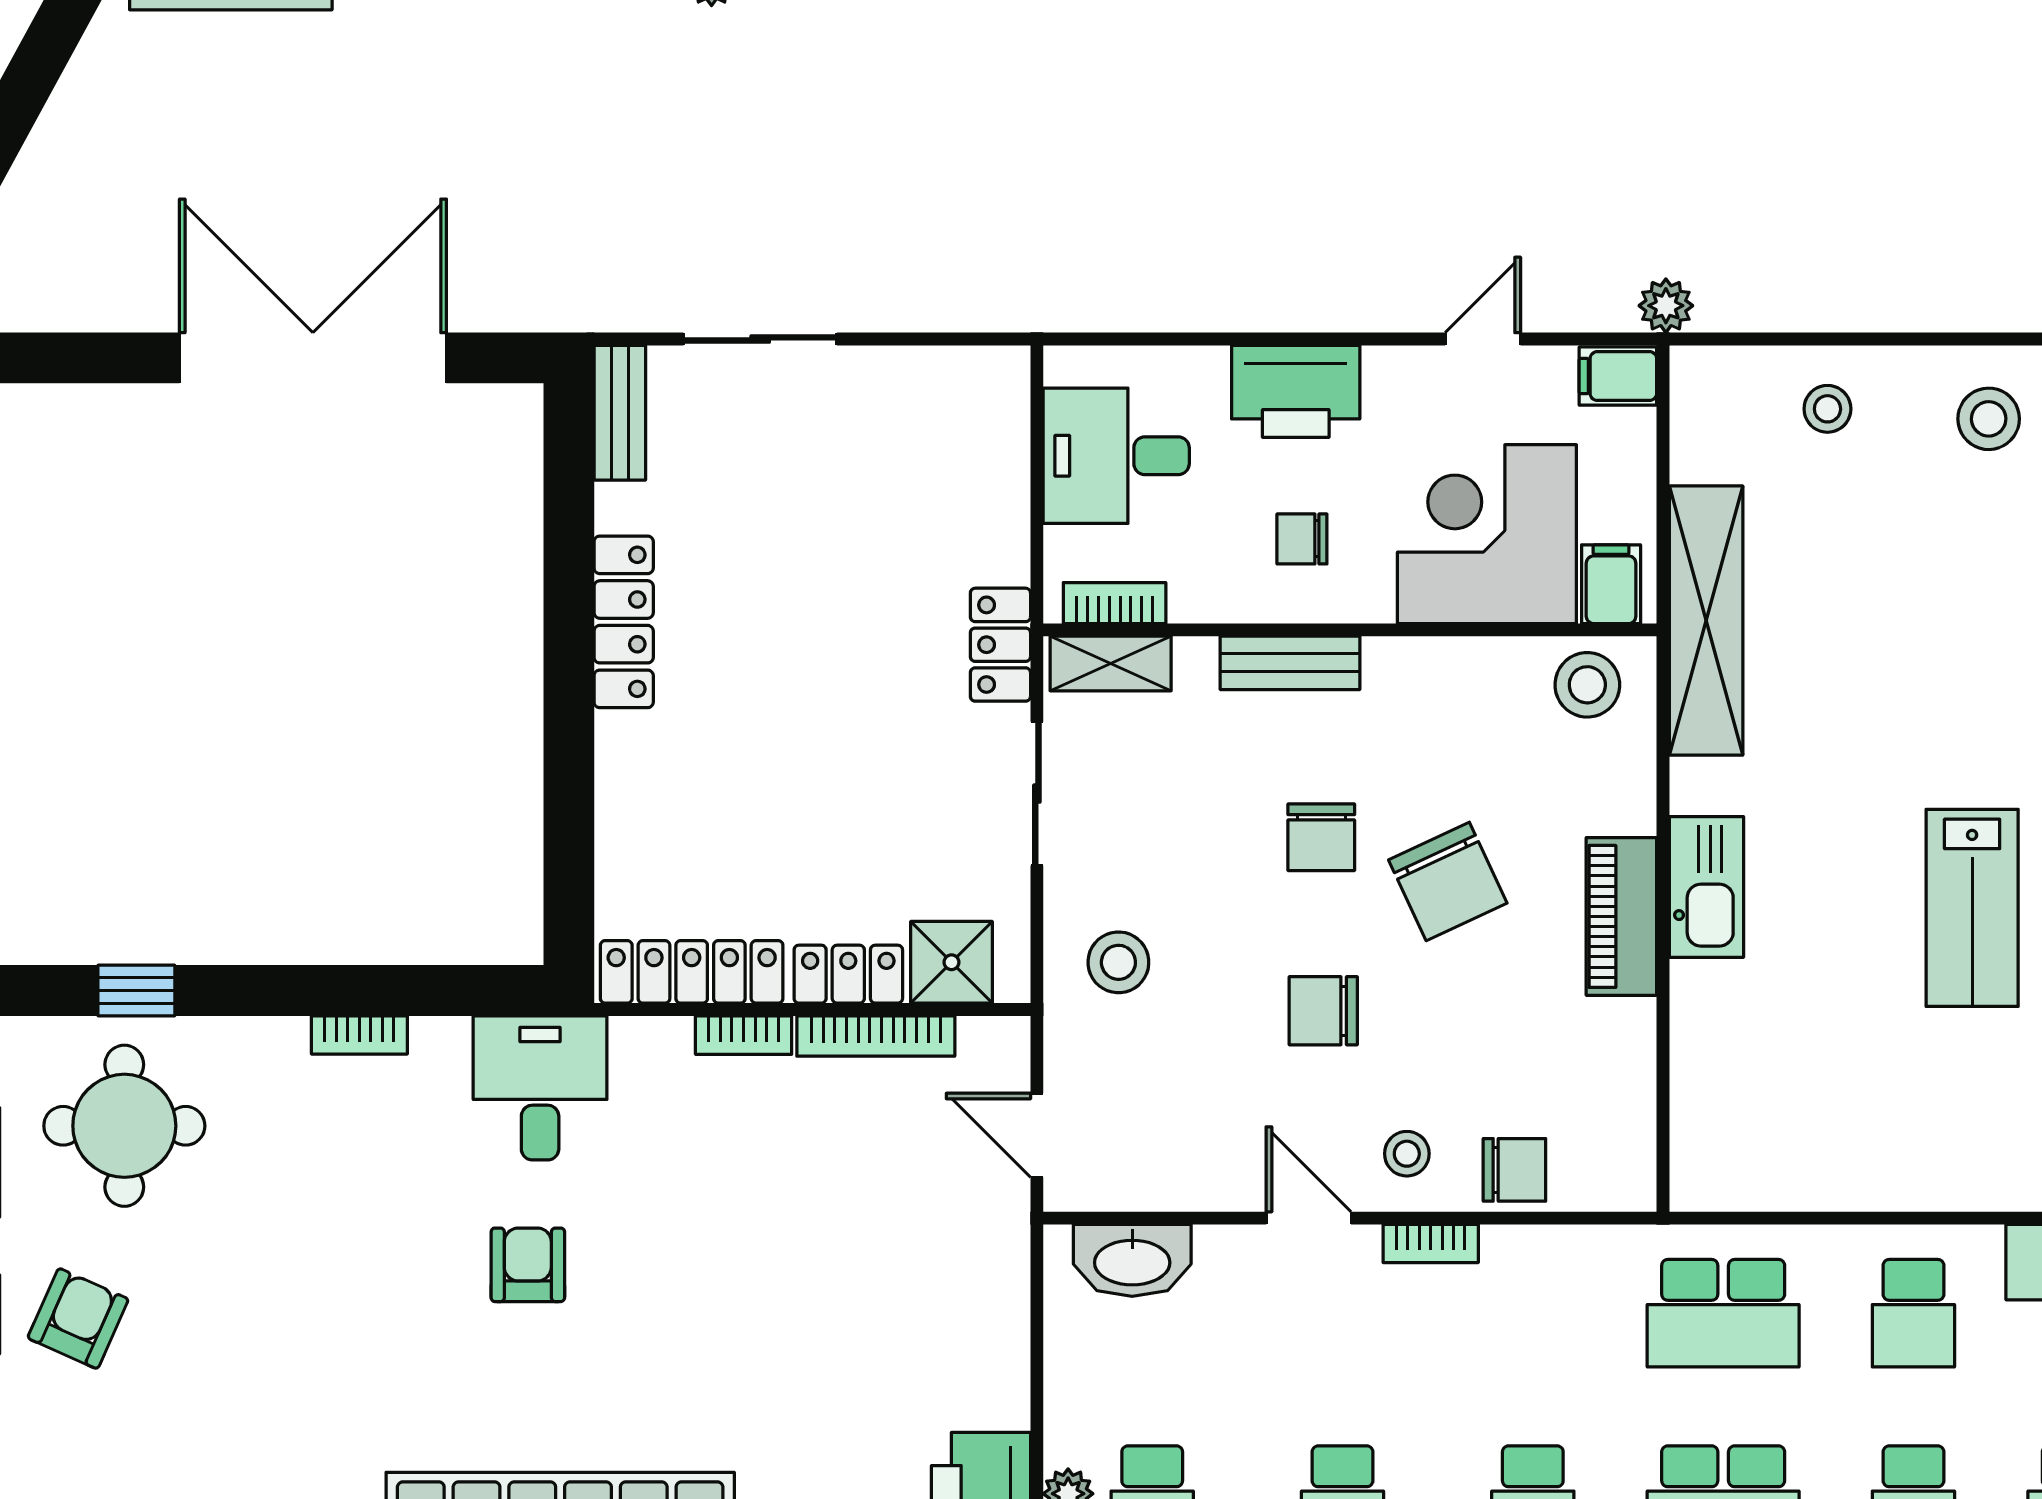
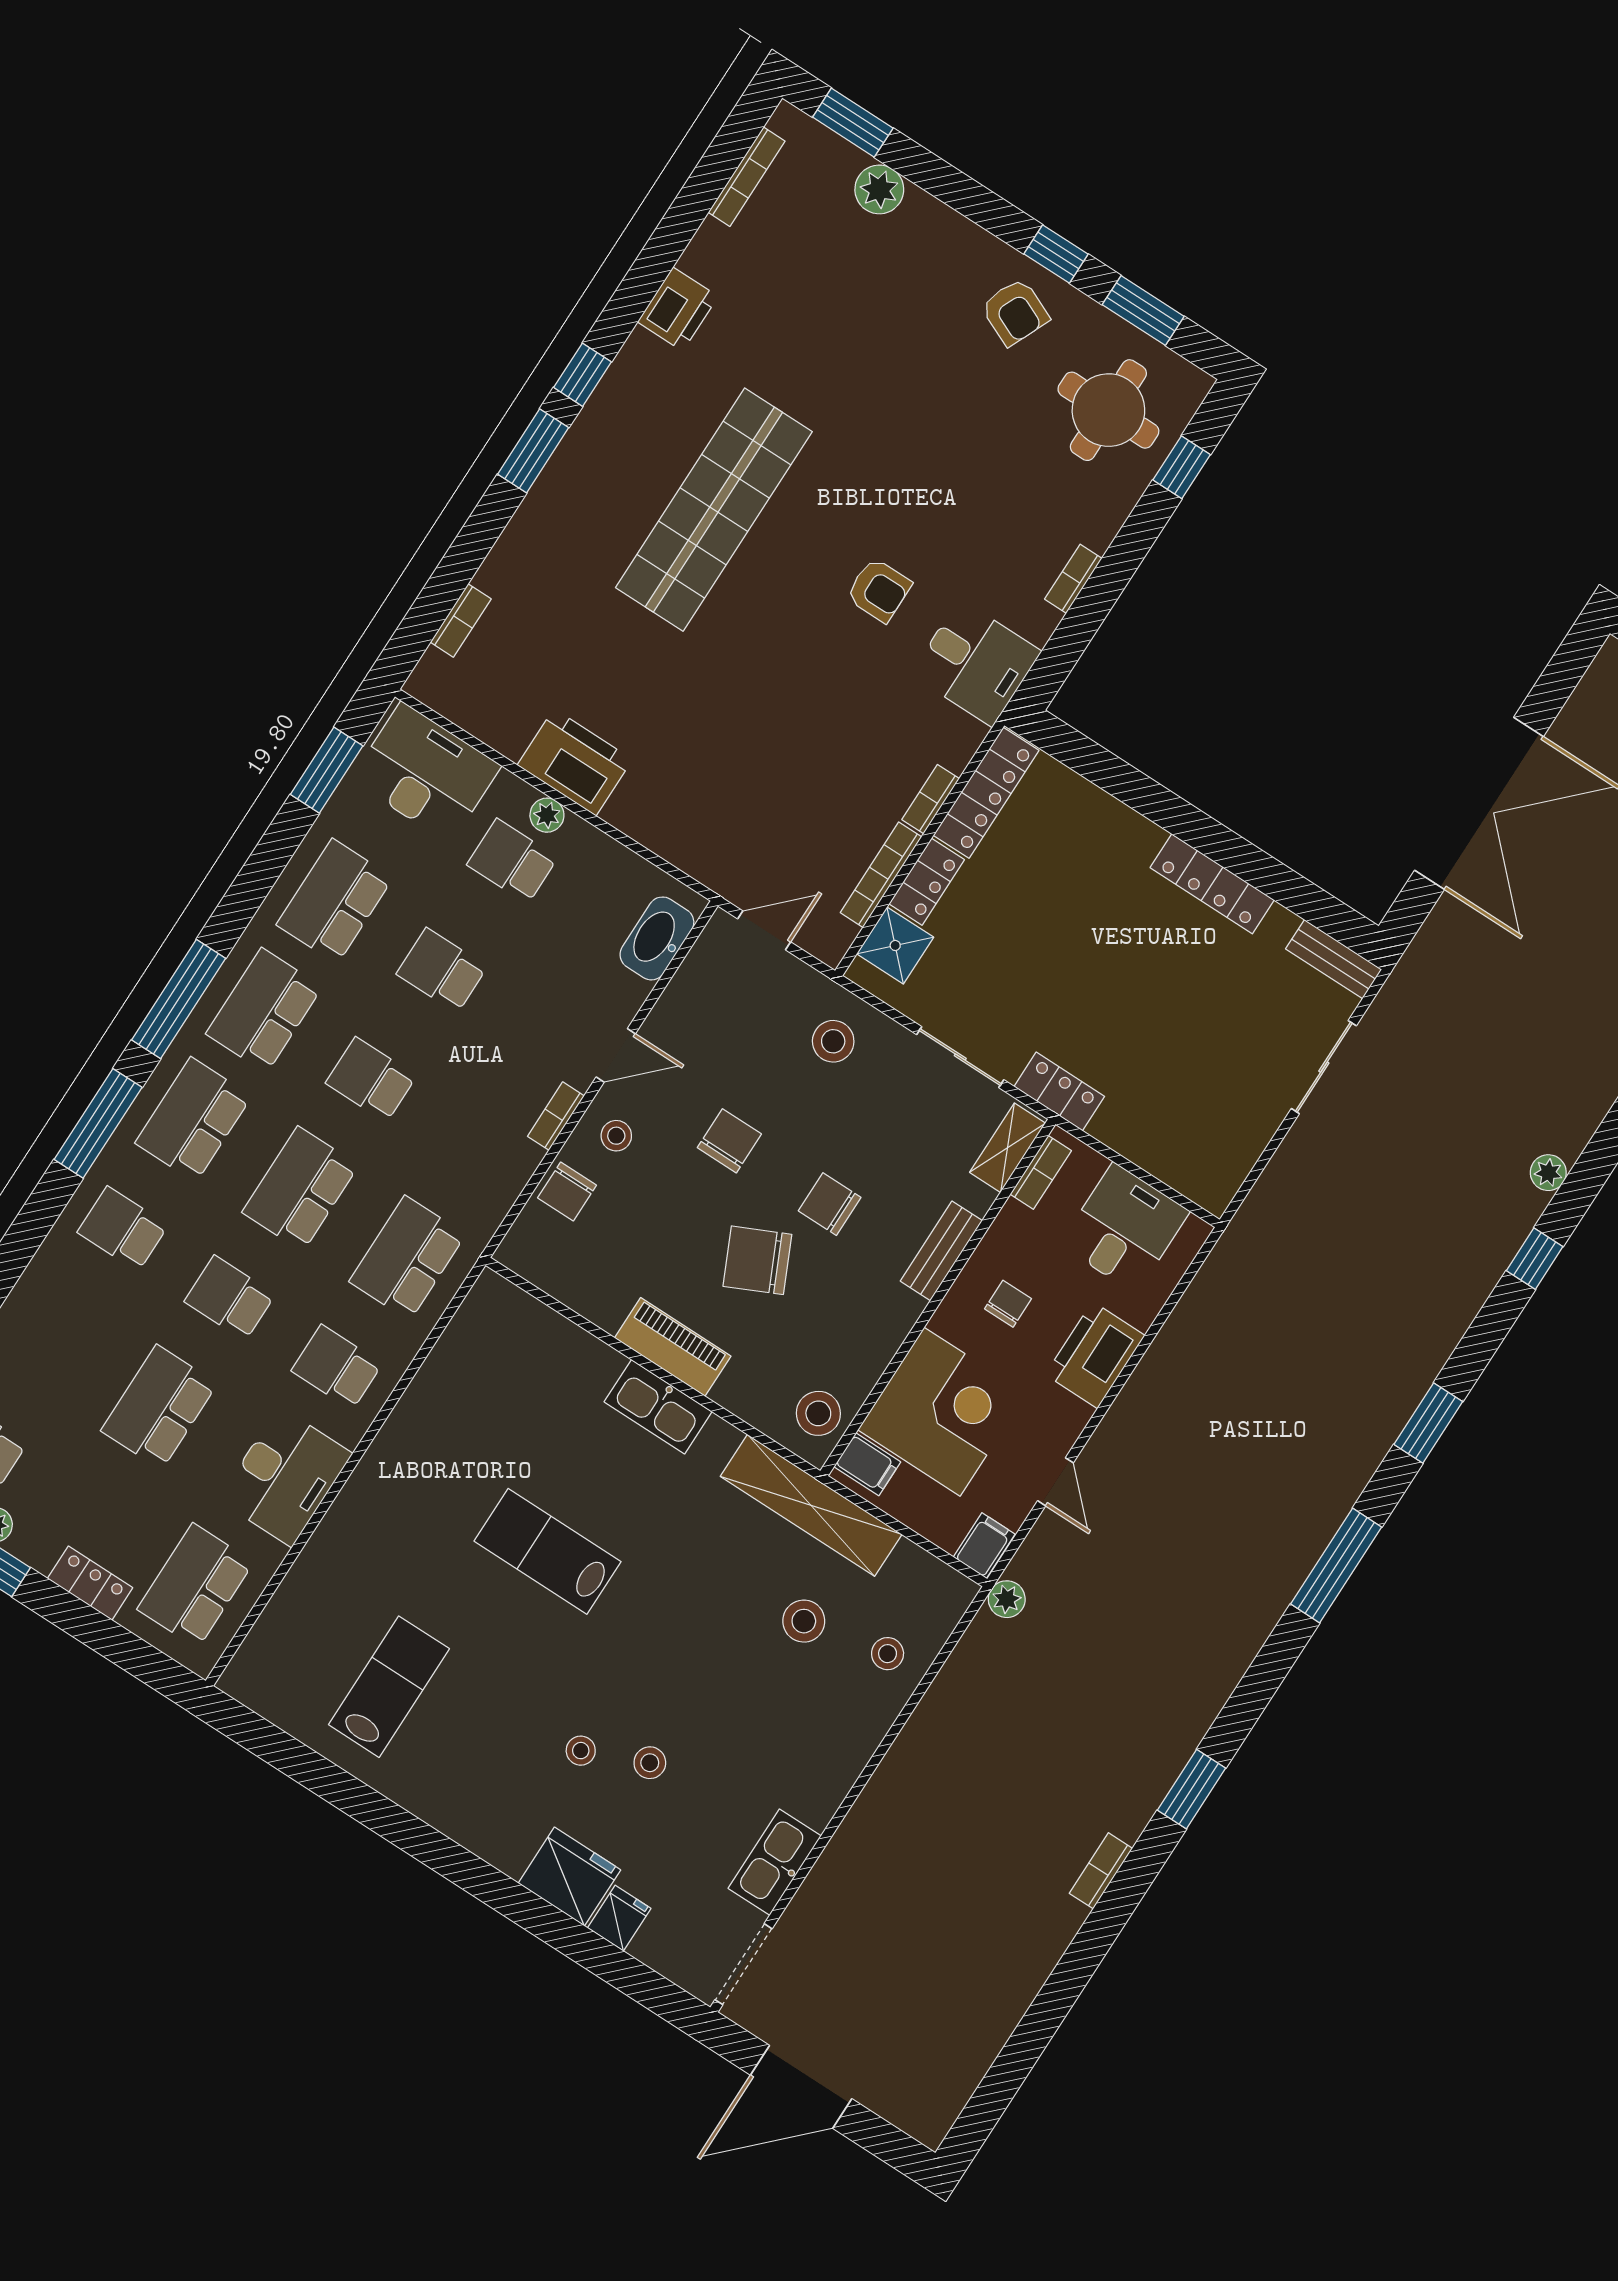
stool: (1989, 419) -> (804, 1621), moved

